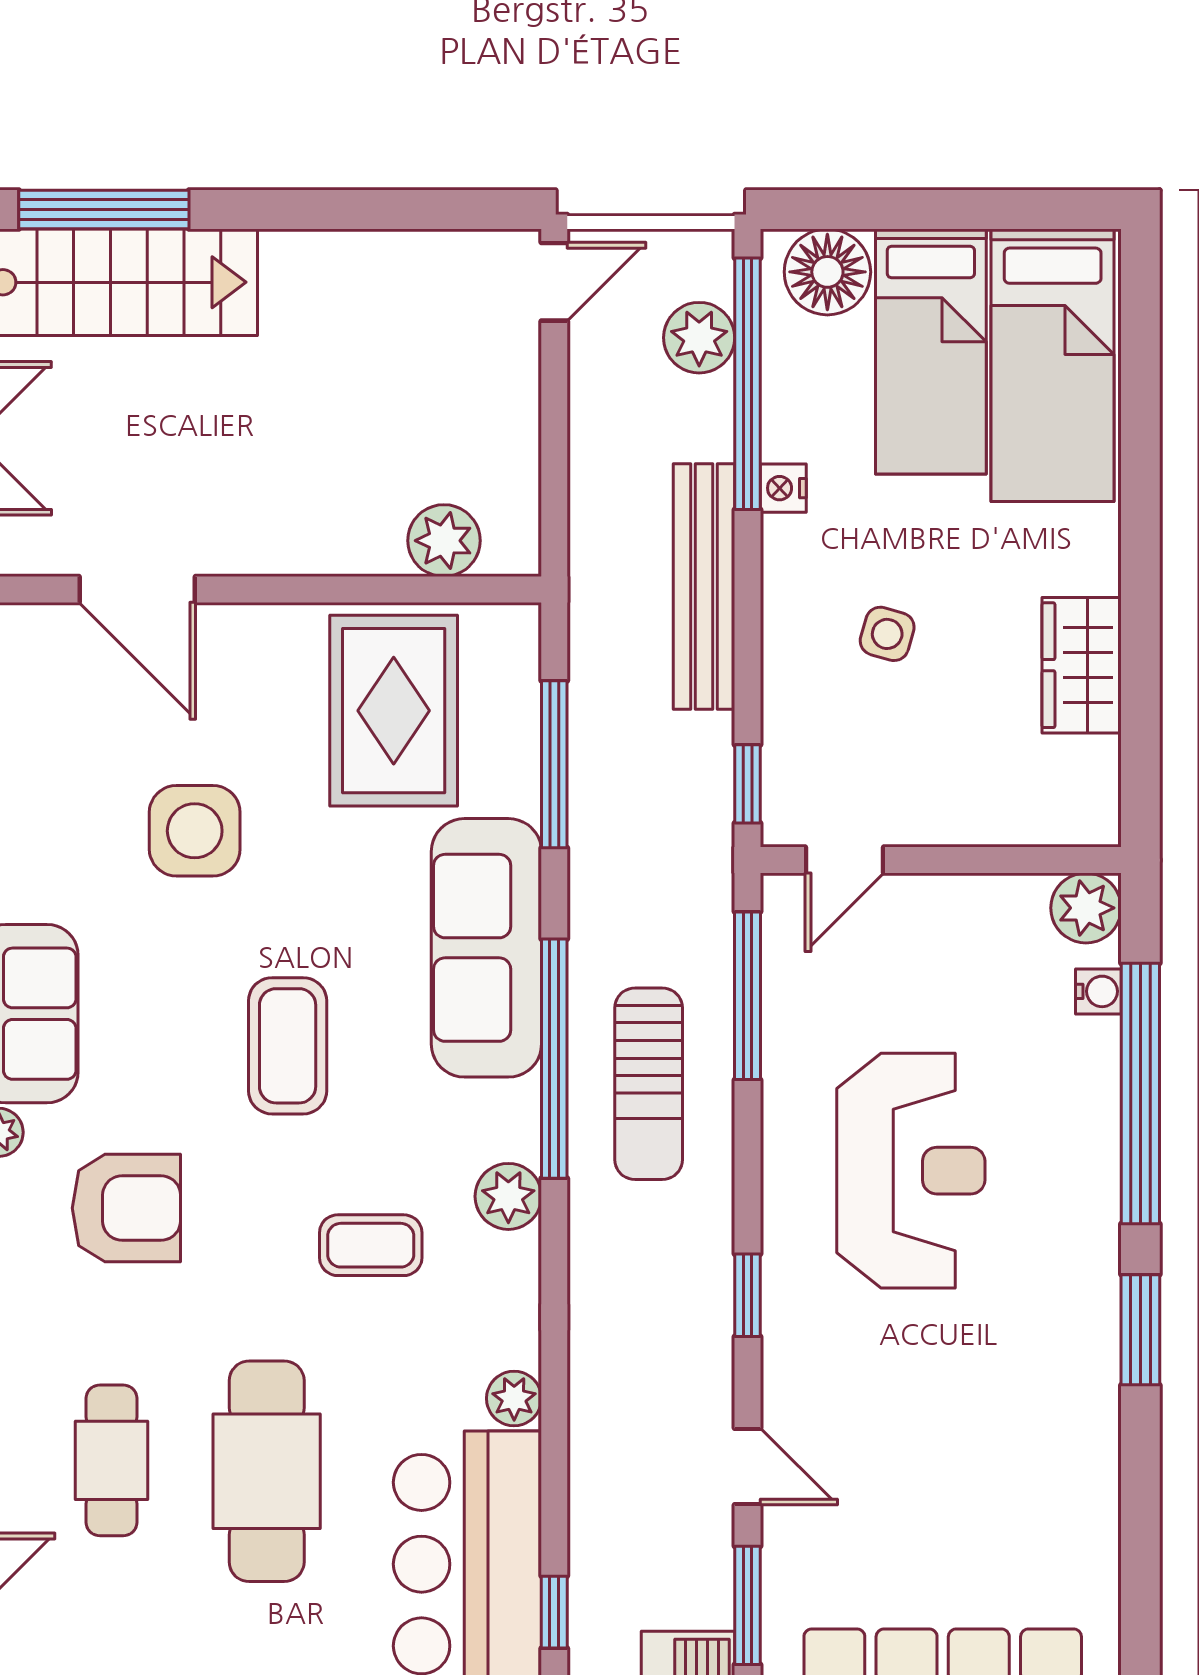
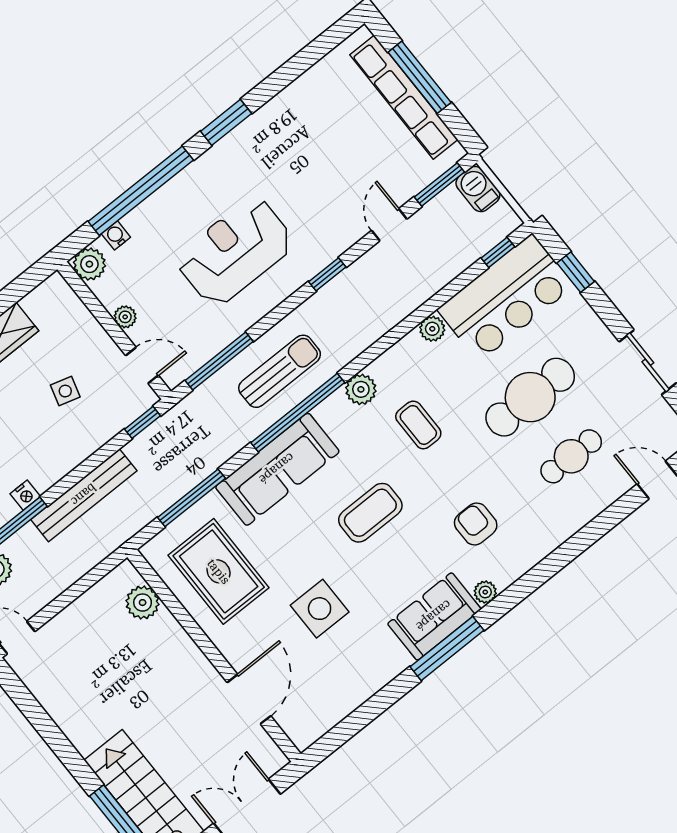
side table: (887, 634) -> (65, 391), moved
rug: (394, 711) -> (219, 571), turned 90
plant: (949, 897) -> (125, 317), added
armchair: (126, 1208) -> (476, 524), width x0.72, depth x0.72

